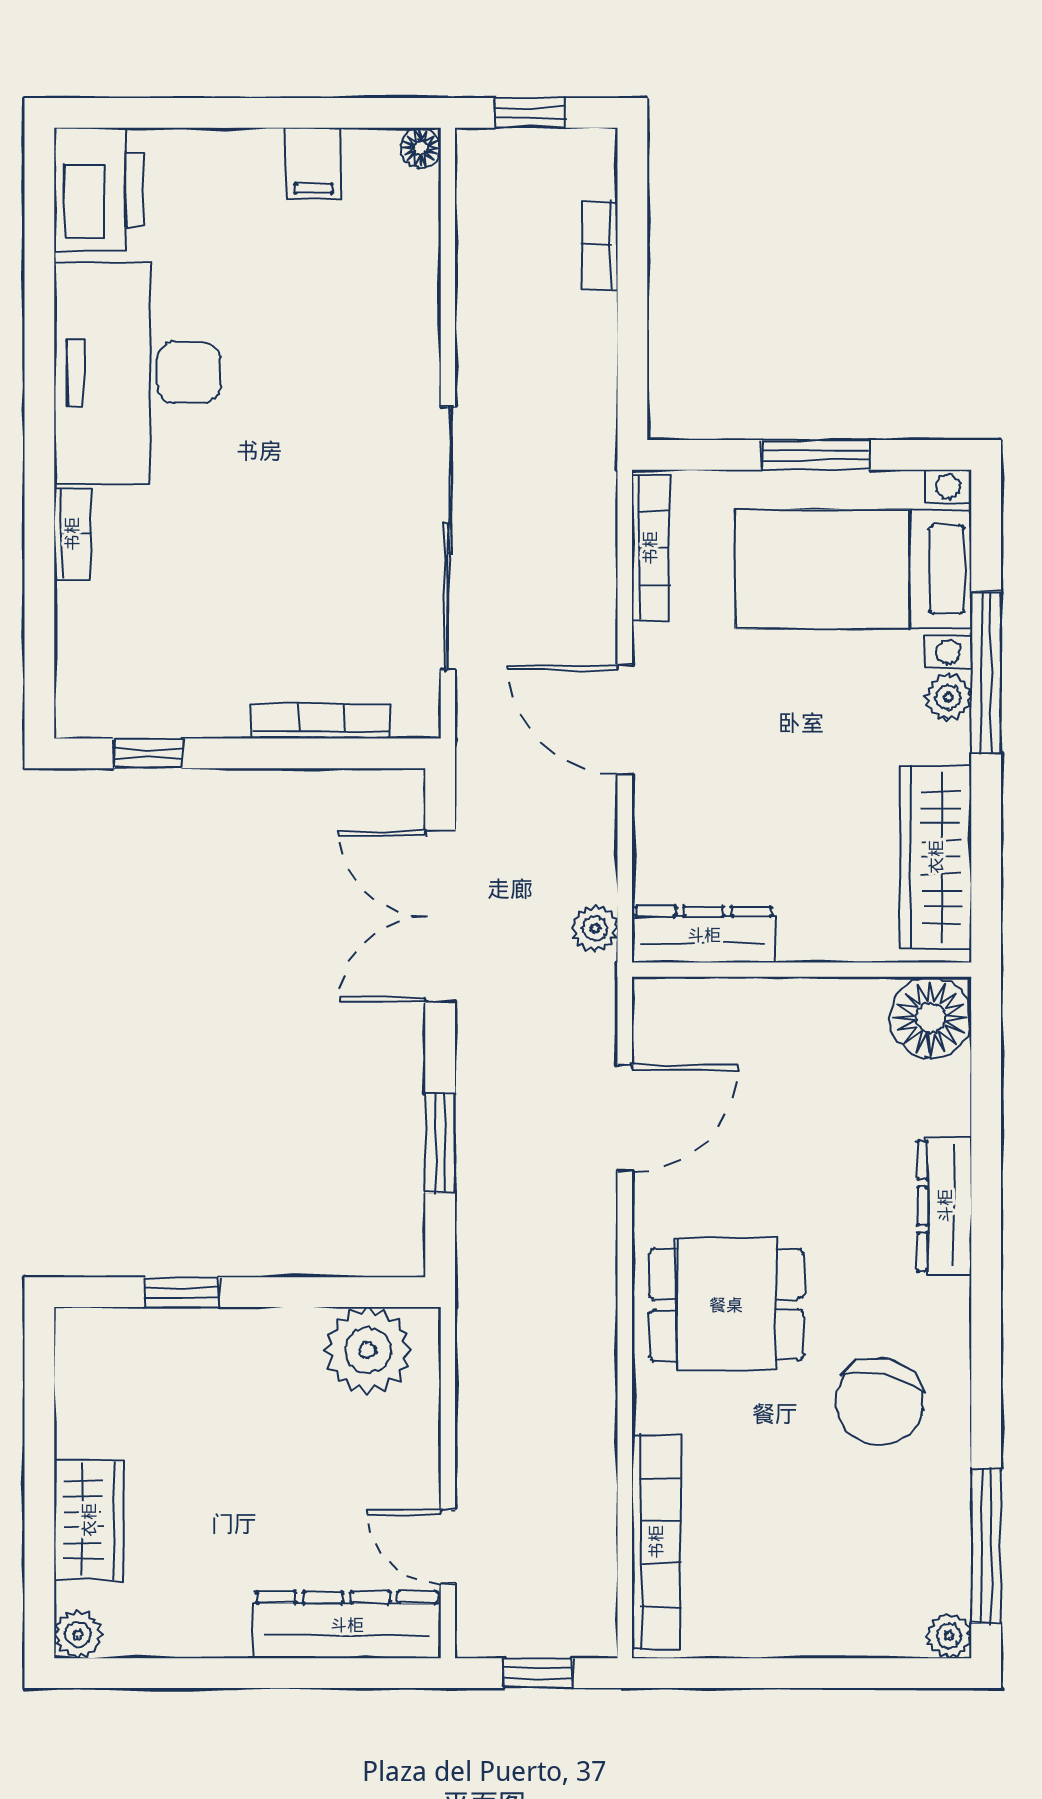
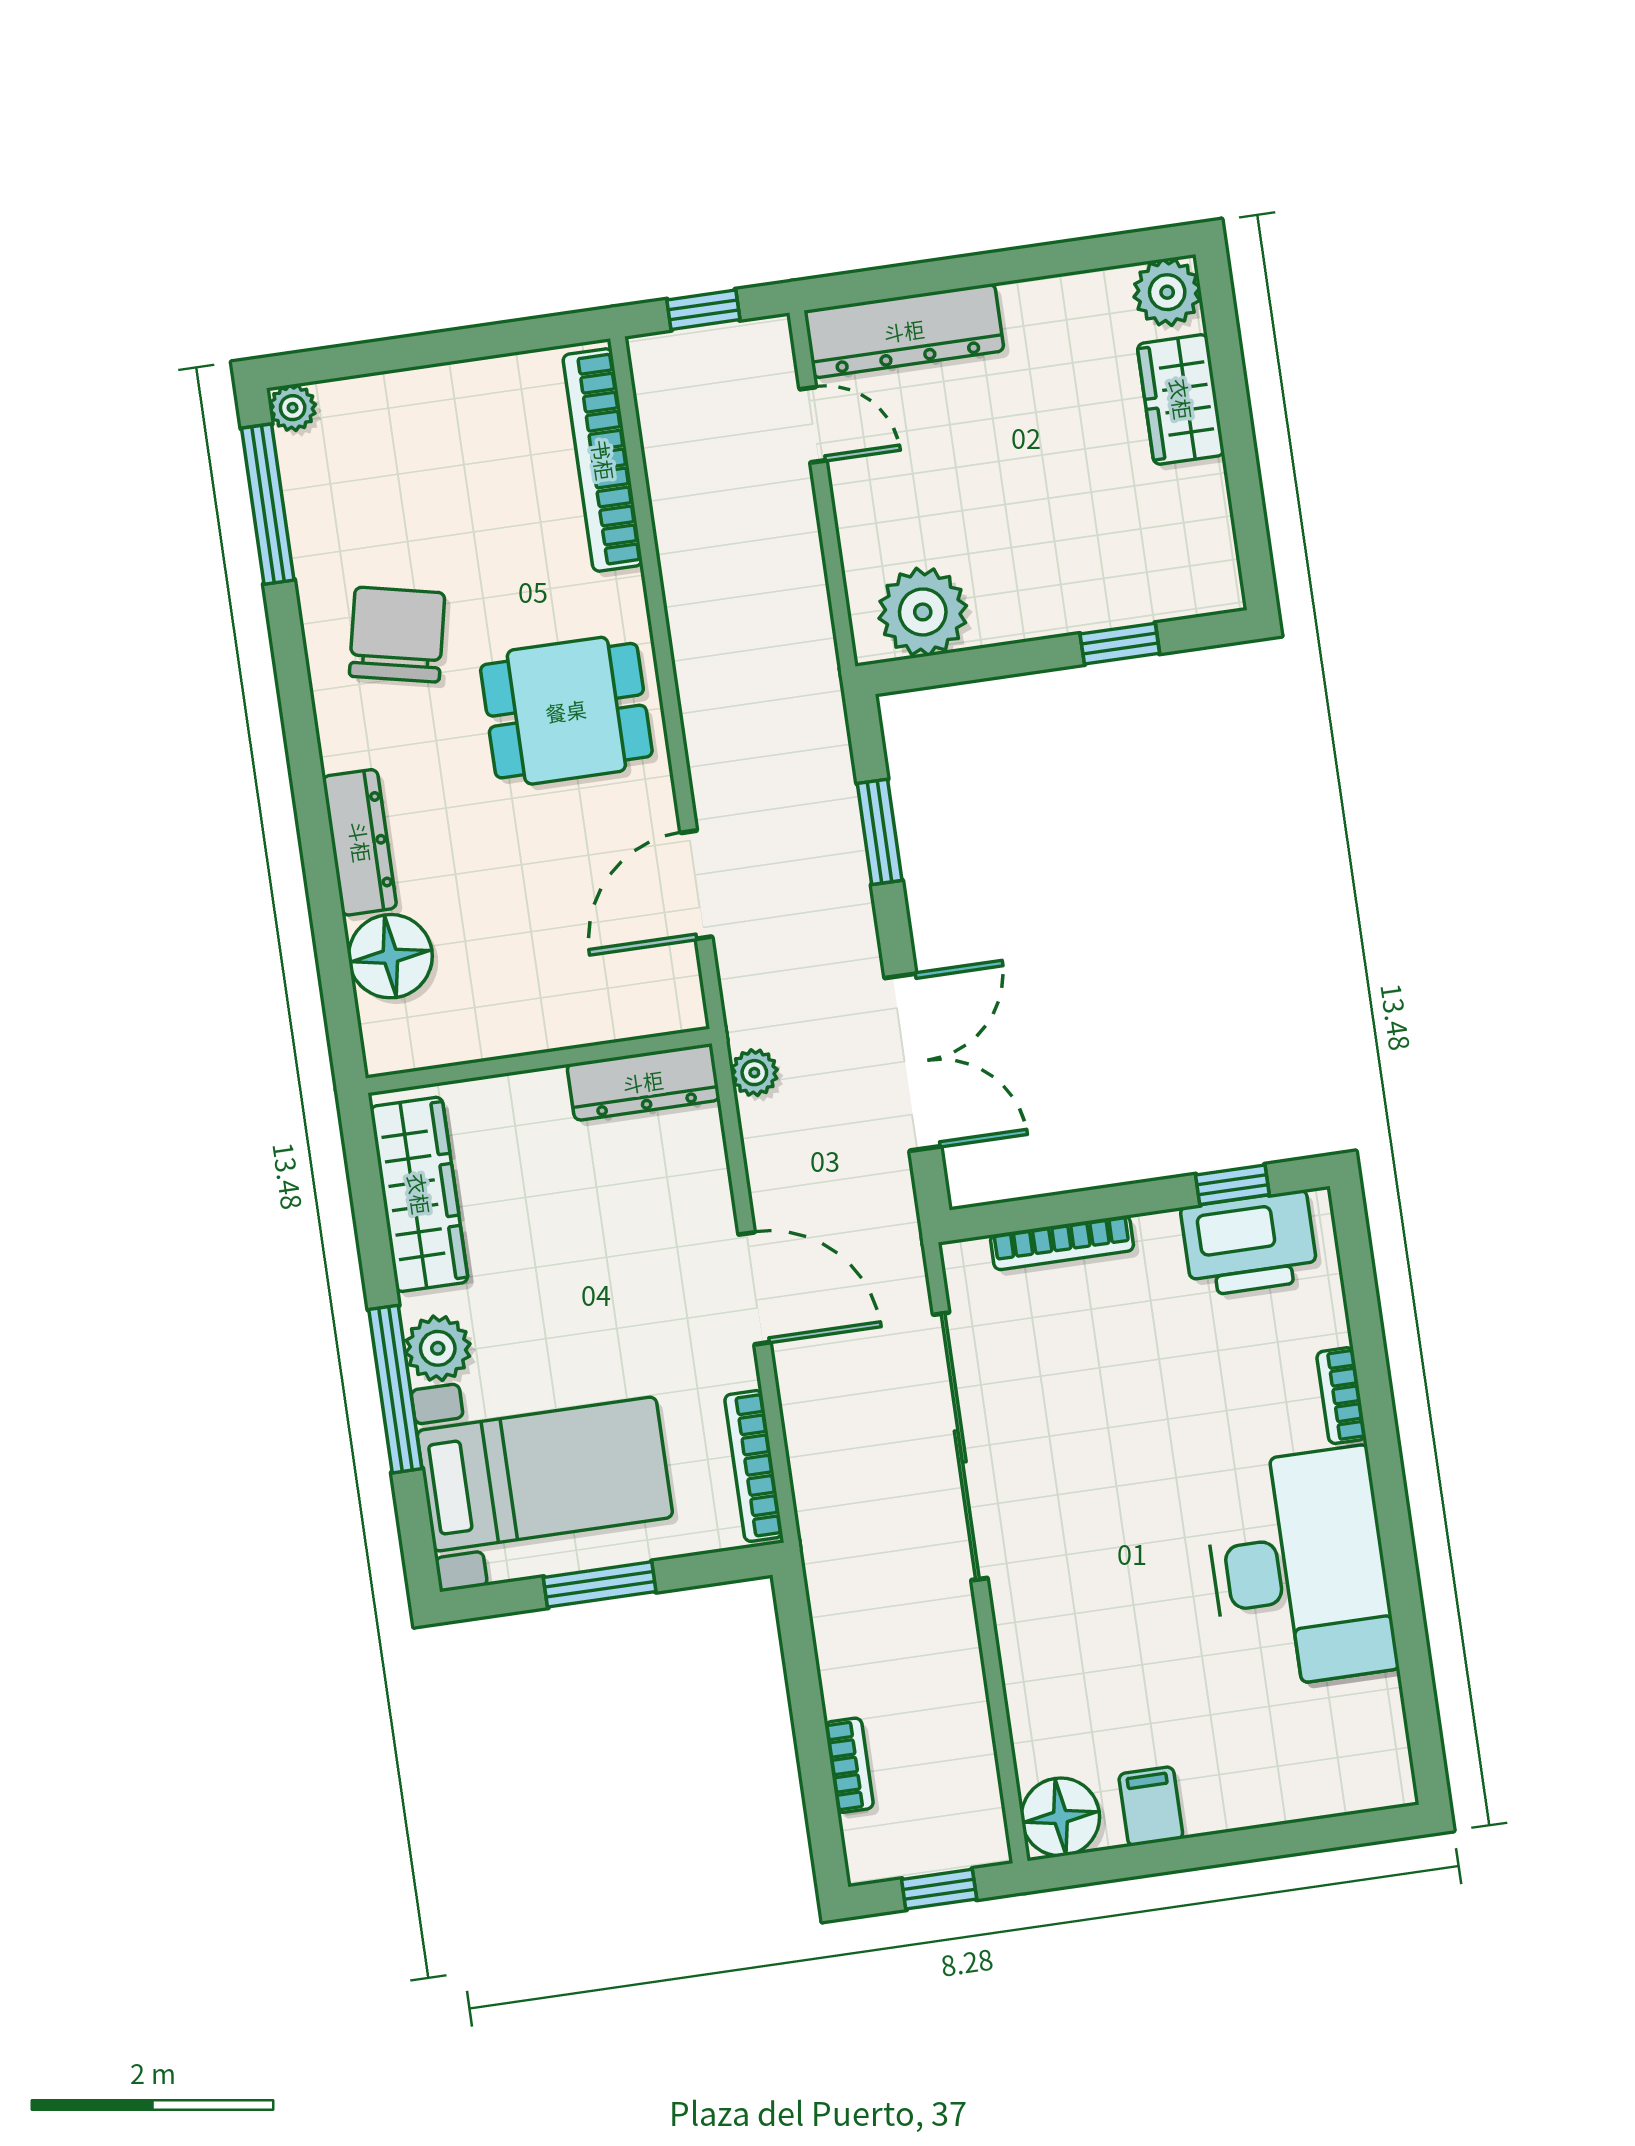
floor lamp: (421, 148) -> (1060, 1817), width x1.89, depth x1.89
printer: (99, 190) -> (1249, 1244), moved, turned -90
plant: (948, 697) -> (438, 1348), width x1.38, depth x1.38
floor lamp: (931, 1018) -> (390, 956), moved
plant: (78, 1634) -> (1167, 292), width x1.38, depth x1.38

